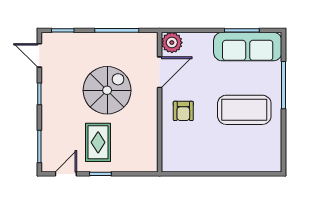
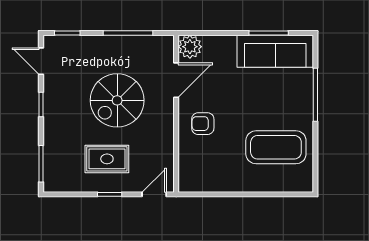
spiral stairs: (107, 90) -> (117, 100), turned 180
coffee table: (244, 110) -> (276, 147), moved
armchair: (183, 111) -> (203, 124), turned 90
rug: (98, 142) -> (107, 159), turned 90
door: (66, 174) -> (154, 194), moved

